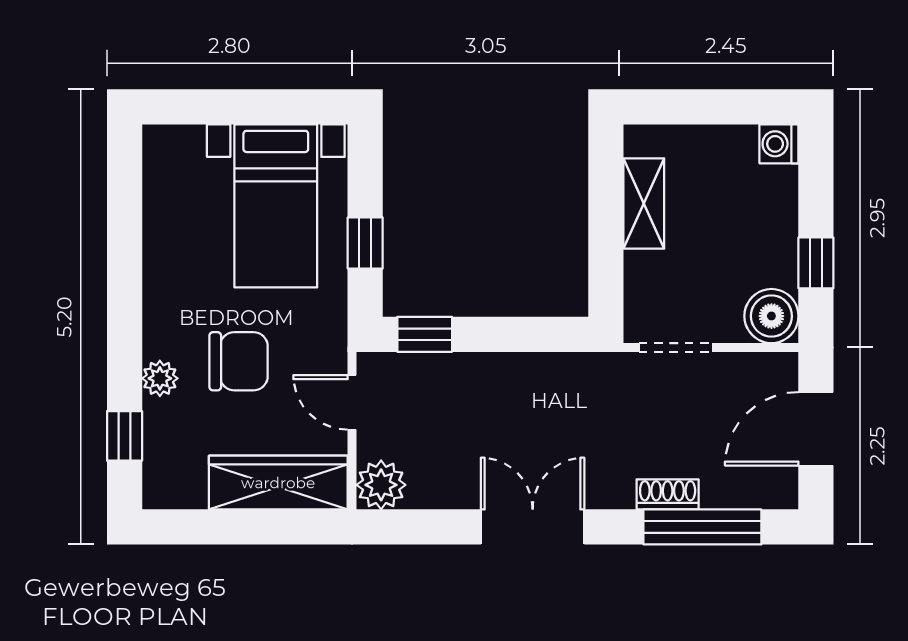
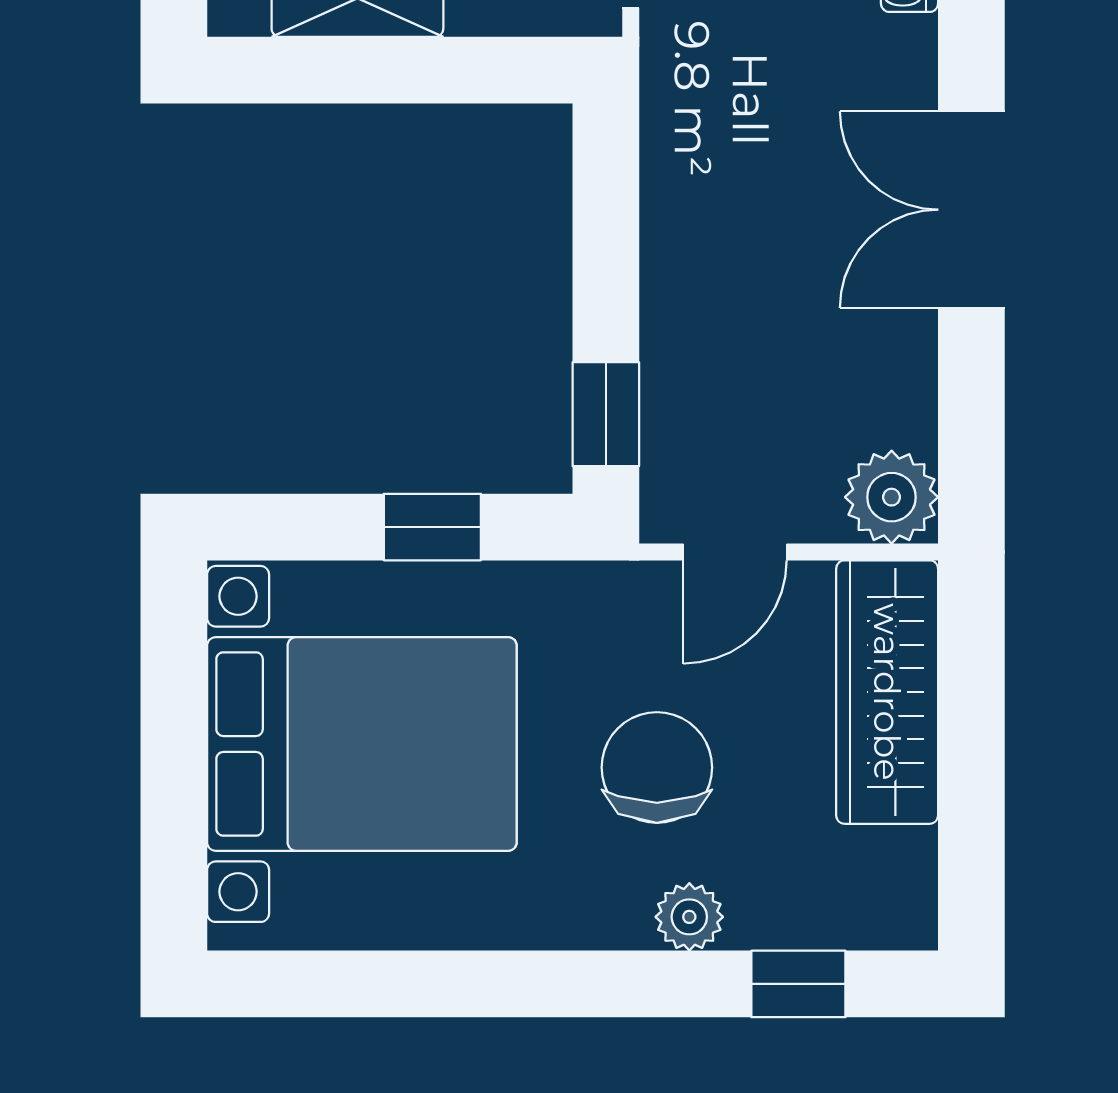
bed with nightstands: (276, 206) -> (362, 744), width x1.36

